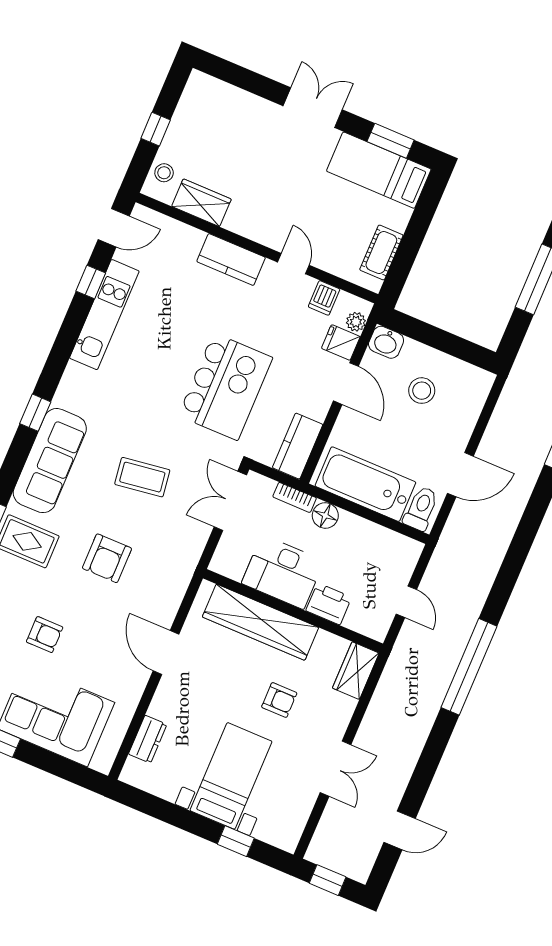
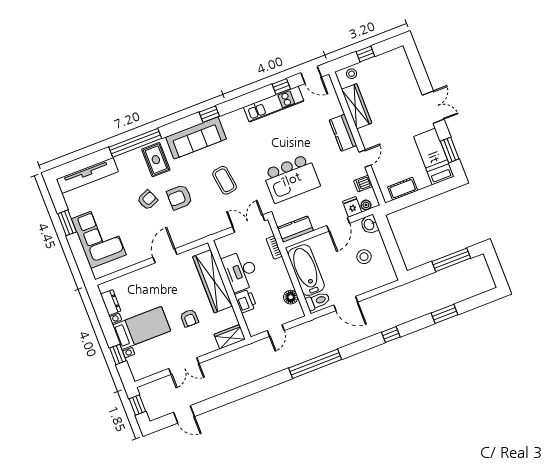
wardrobe: (201, 203) -> (357, 106), width x1.50
floor lamp: (325, 516) -> (291, 297), moved
armchair: (45, 635) -> (148, 200), moved, turned -113
window: (469, 667) -> (315, 364), moved
dresser: (148, 739) -> (111, 303), moved, turned -90

